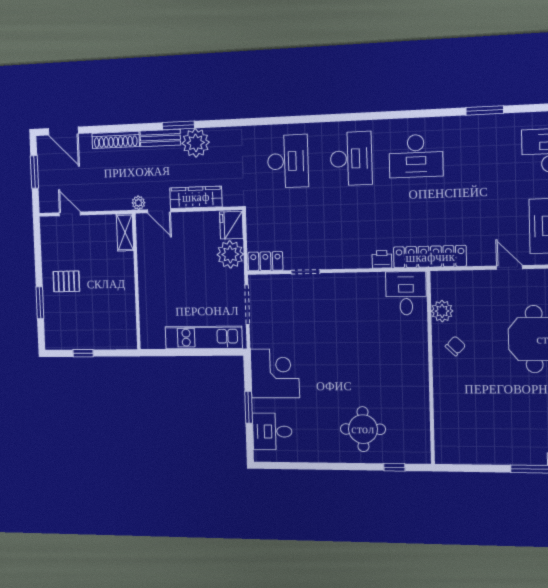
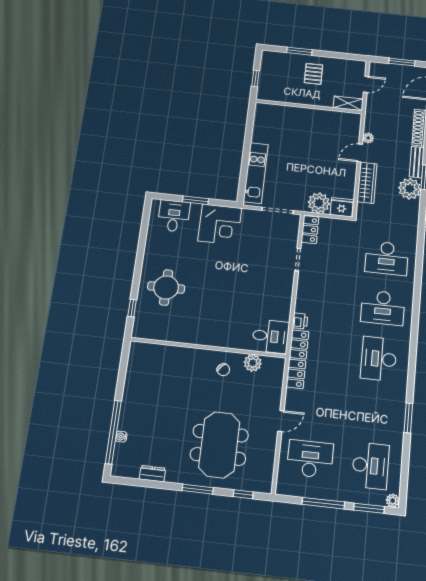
shelving: (125, 232) -> (348, 103), moved
wall: (136, 282) -> (309, 107), moved

